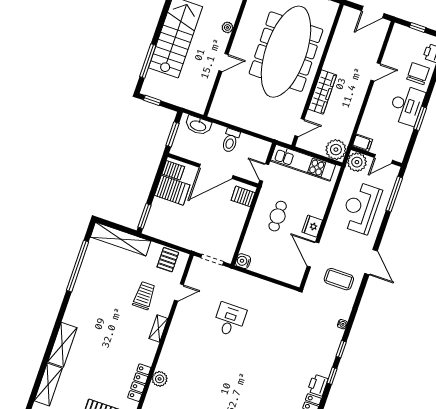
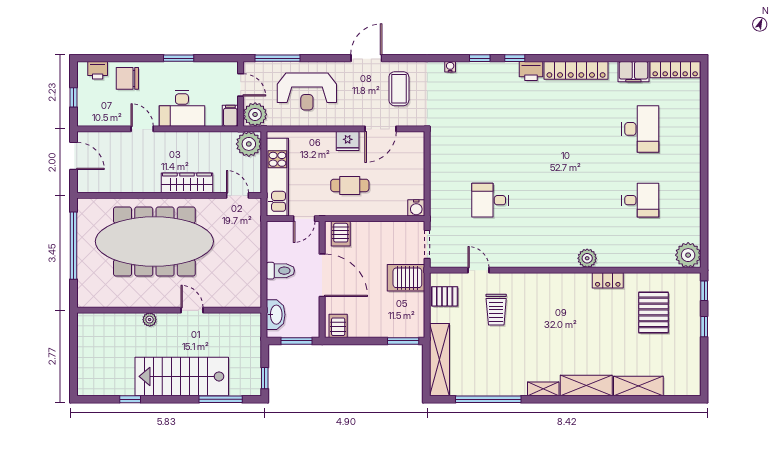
desk: (407, 105) -> (182, 109), moved, turned 180
server rack: (172, 190) -> (406, 278), moved, turned -90
trolley: (144, 296) -> (496, 310), turned -90
shelving: (158, 329) -> (543, 389), moved
locker: (139, 383) -> (608, 280), width x0.66

